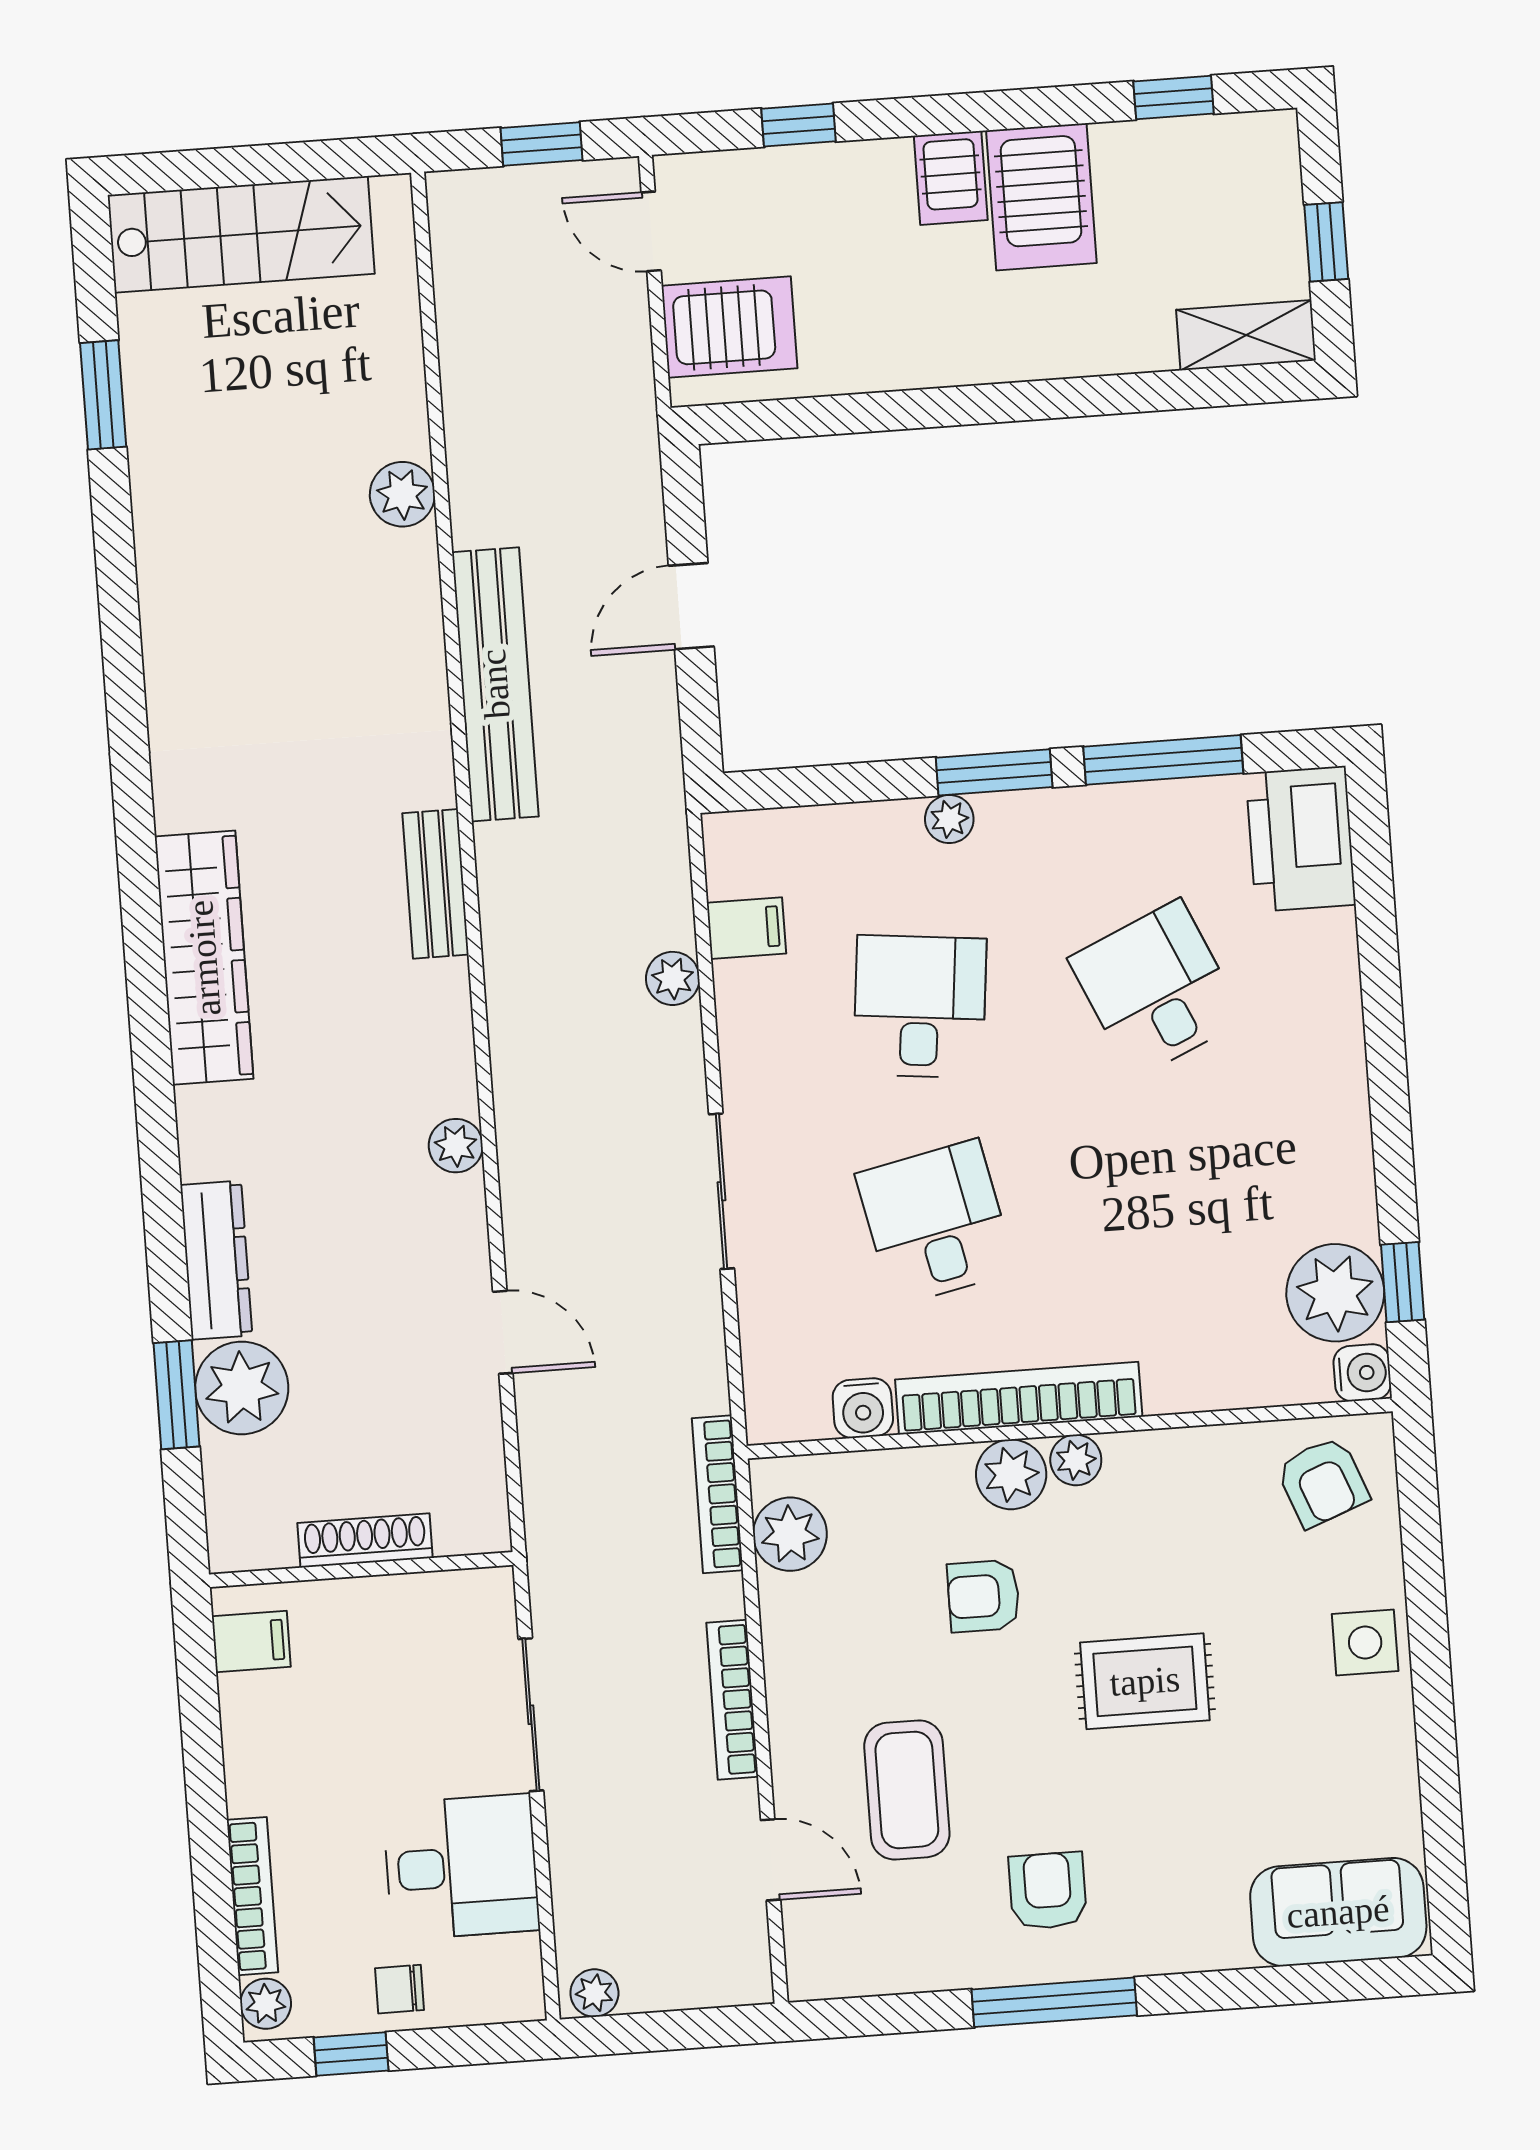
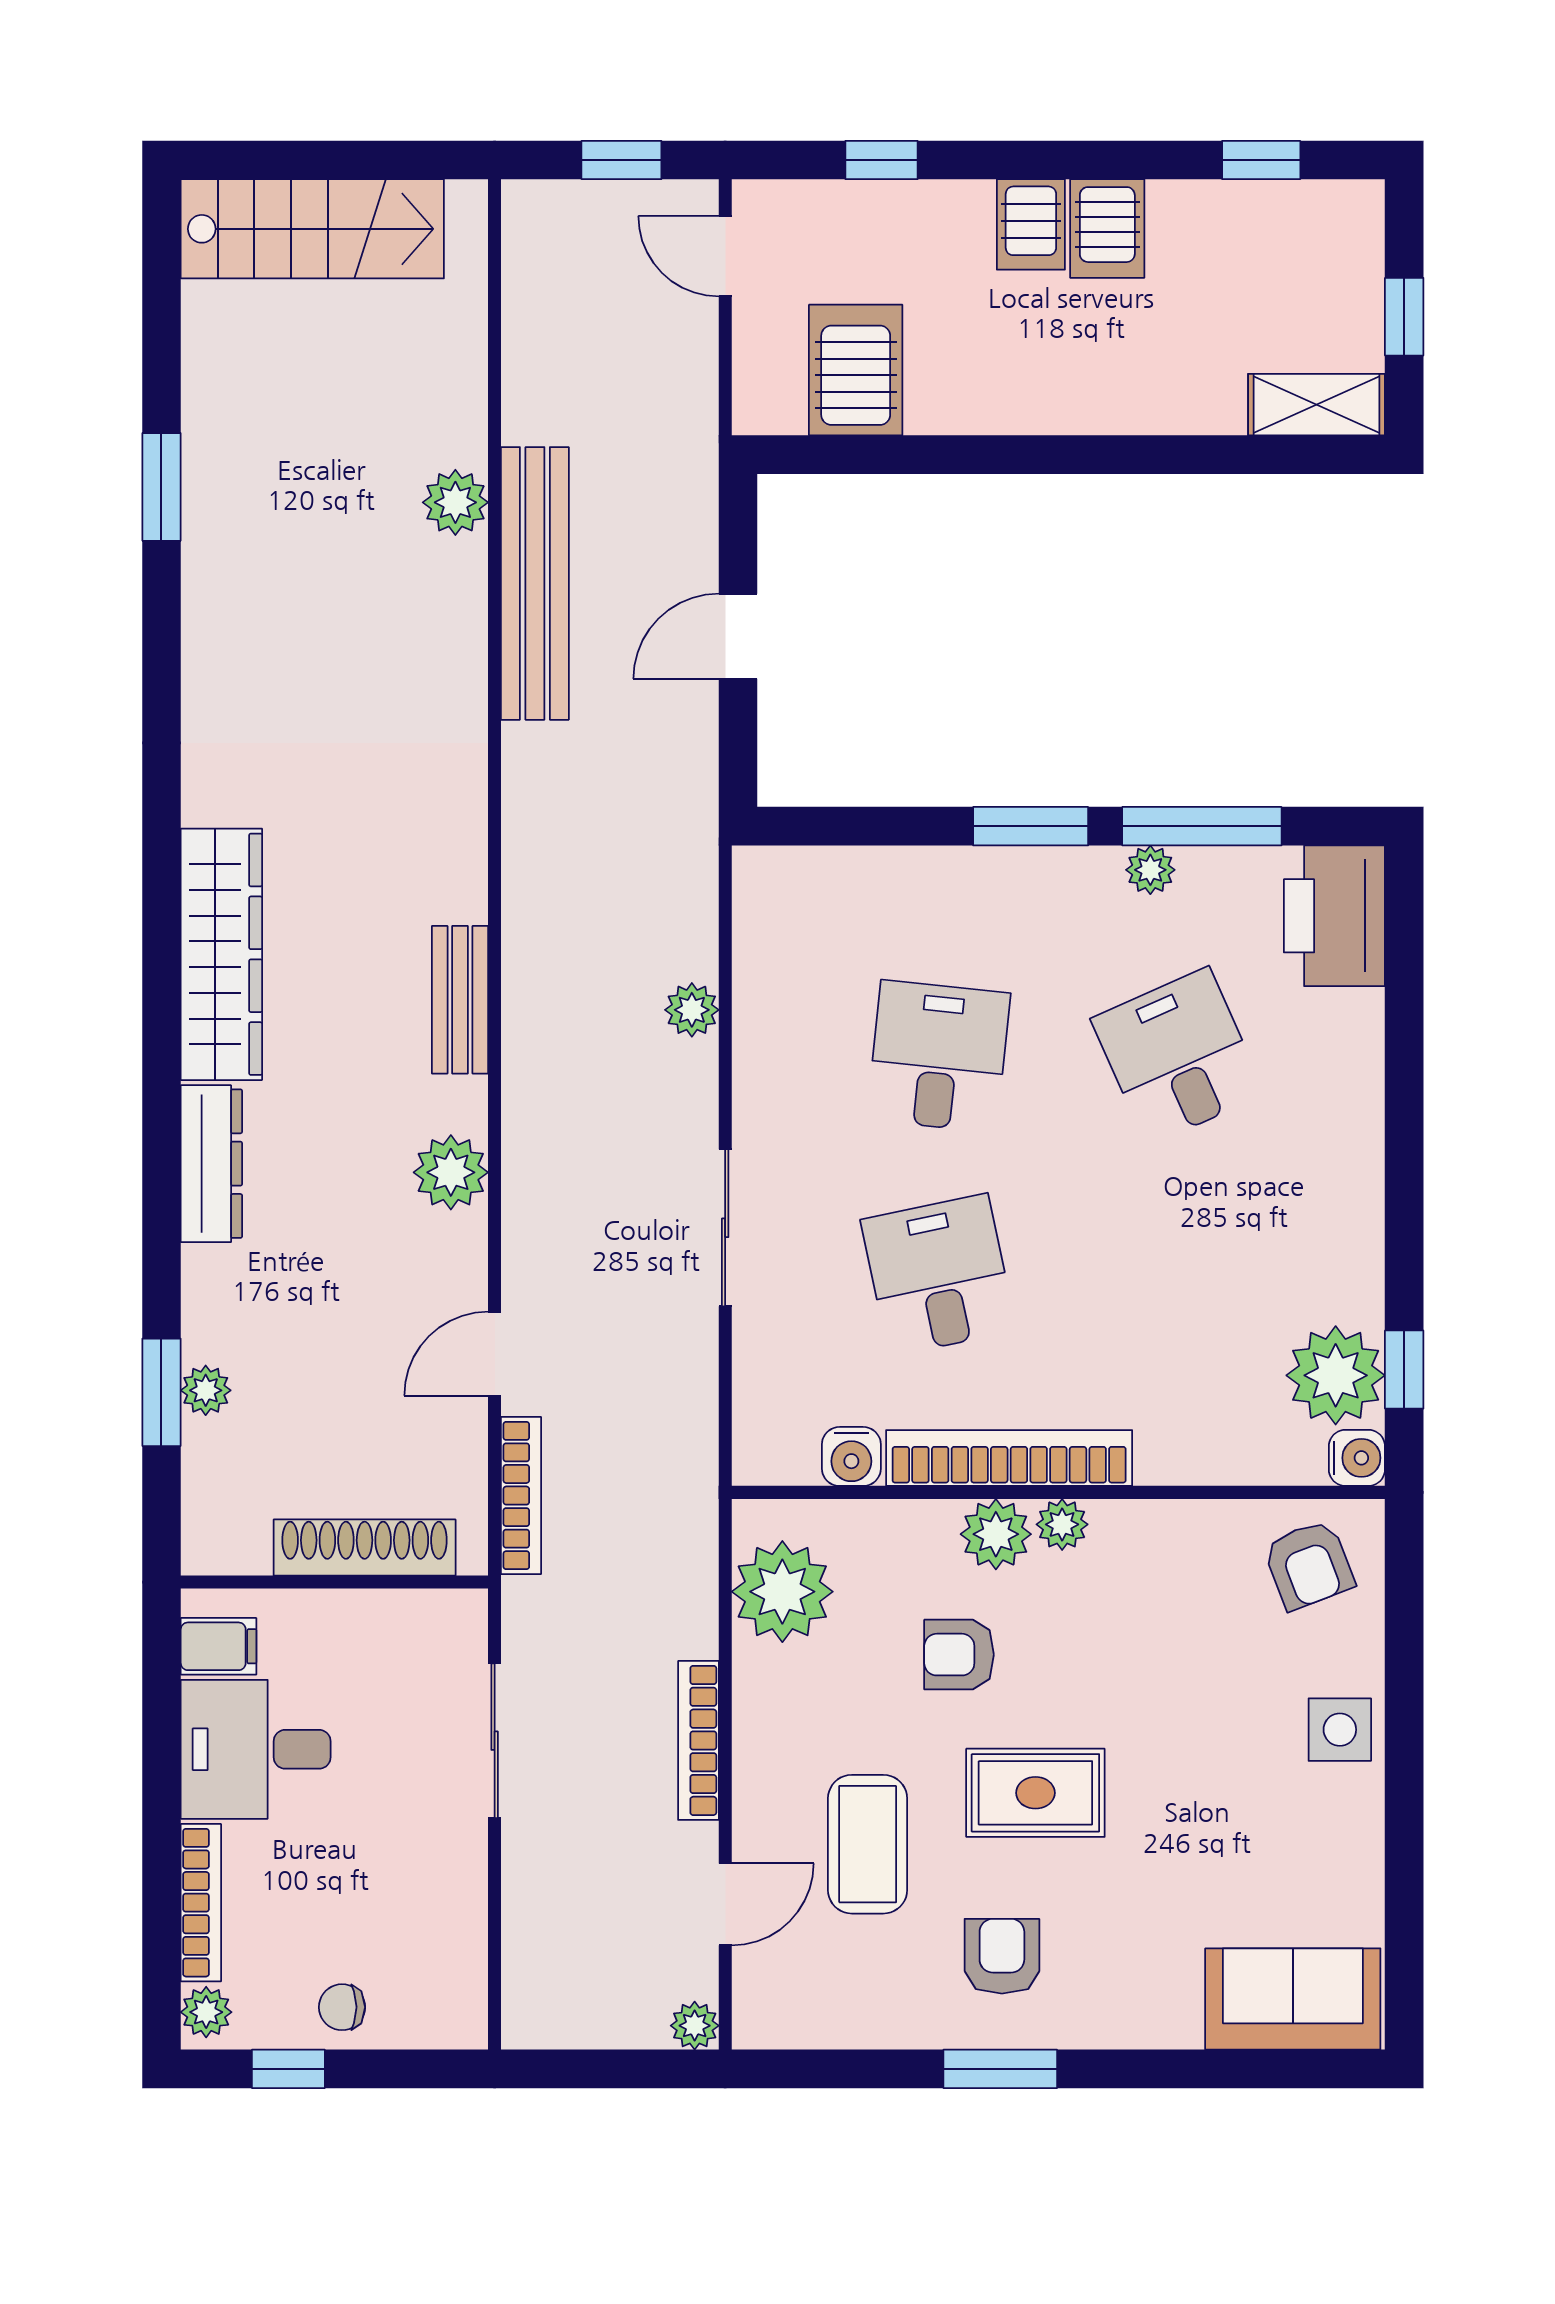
server rack: (1041, 197) -> (1107, 229), width x0.73, depth x0.70
server rack: (729, 327) -> (856, 370), moved, turned -90
window: (103, 395) -> (161, 487), moved
bench: (495, 684) -> (535, 583), moved
plant: (949, 819) -> (1150, 870), moved
bench: (436, 884) -> (460, 1000), moved
filing cabinet: (746, 928) -> (770, 965), removed
plant: (456, 1146) -> (451, 1172), width x1.38, depth x1.38
dresser: (216, 1260) -> (211, 1164), moved
door: (503, 1332) -> (495, 1354), swing flipped
plant: (242, 1388) -> (206, 1390), width x0.53, depth x0.53
bookcase: (717, 1494) -> (521, 1496), moved, turned 180
plant: (790, 1534) -> (782, 1592), width x1.36, depth x1.36
shoe rack: (365, 1540) -> (365, 1548), width x1.36, depth x1.24
rug: (1145, 1681) -> (1035, 1793), moved
door: (771, 1860) -> (725, 1904), hinge flipped
desk: (461, 1867) -> (256, 1749), moved, turned 180
plant: (594, 1993) -> (695, 2026), moved
window: (1054, 2002) -> (1000, 2069), width x0.69

